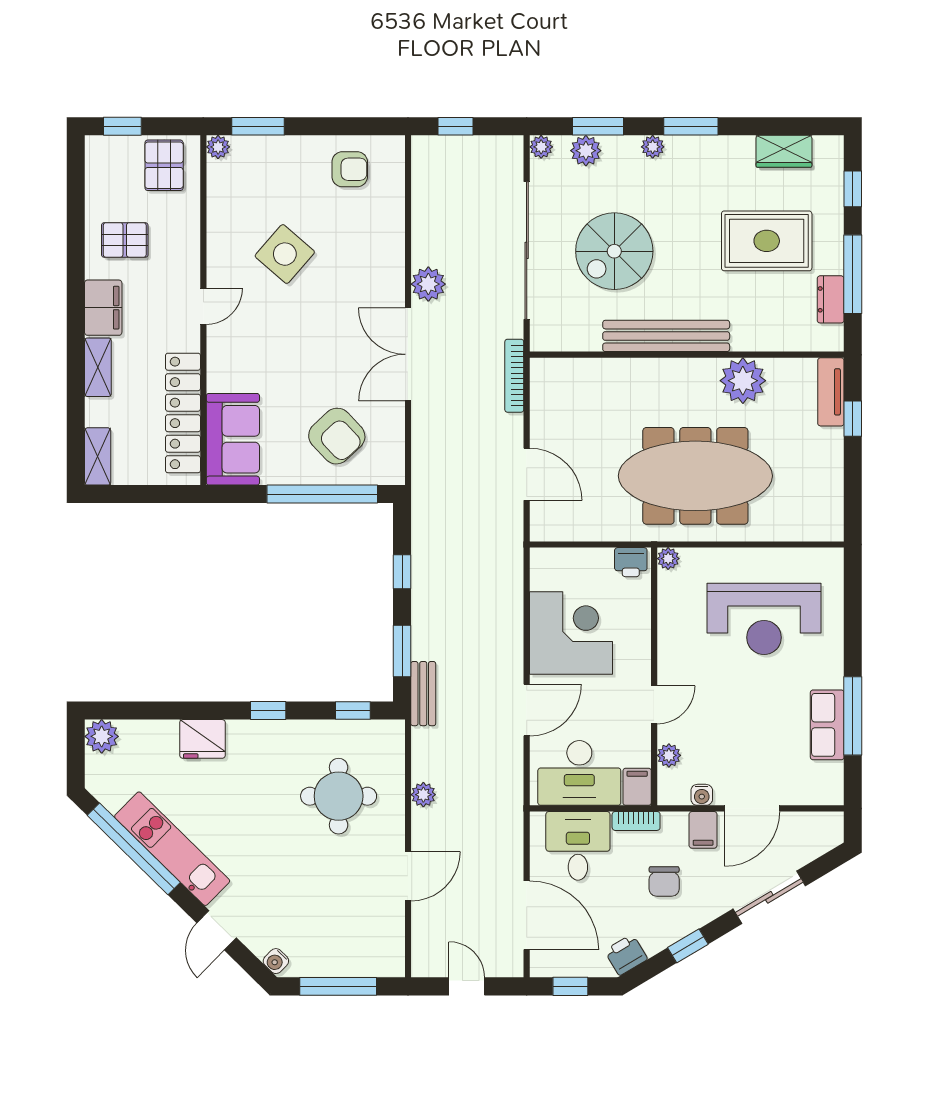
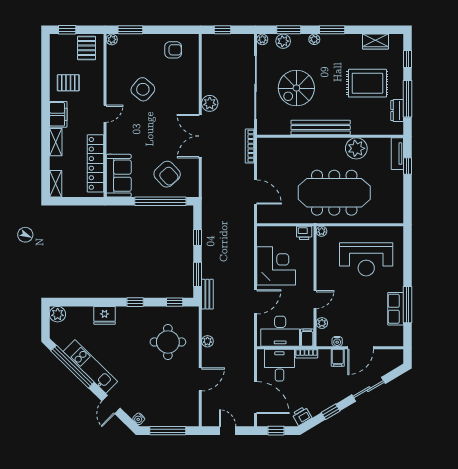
chair: (664, 881) -> (320, 382), removed

